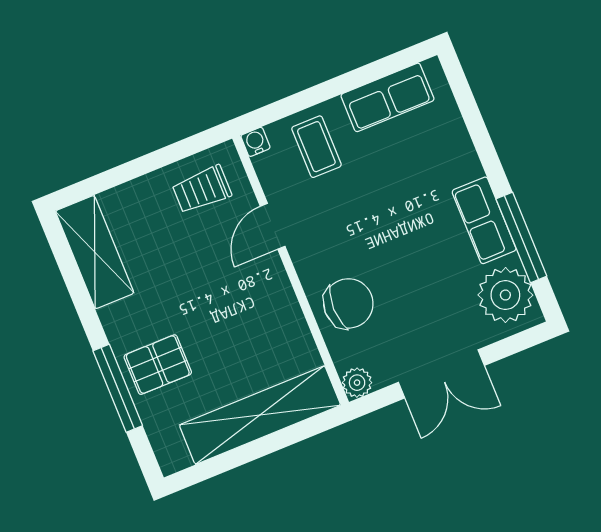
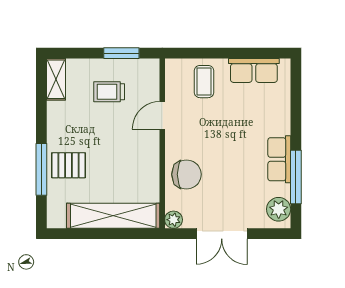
water cooler: (255, 142) -> (172, 65), removed
window: (169, 155) -> (121, 53), added
trolley: (202, 190) -> (109, 92), moved
shelving: (95, 252) -> (56, 79), width x0.67, depth x0.75
plant: (505, 295) -> (279, 209), width x0.73, depth x0.73

